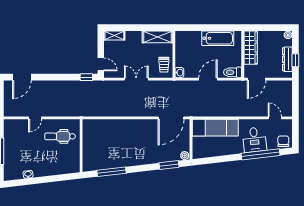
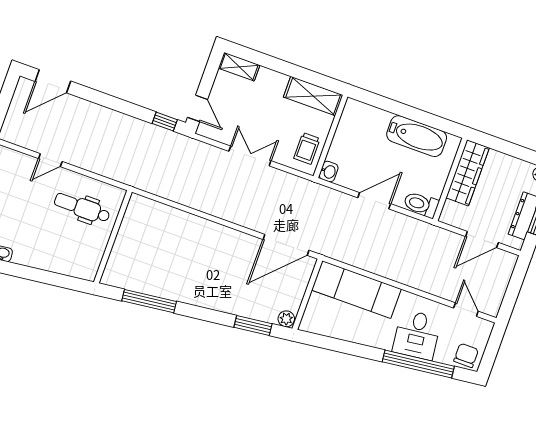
door: (257, 79) -> (482, 239), moved

